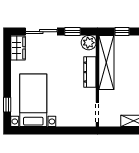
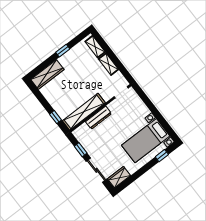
plant: (89, 43) -> (80, 133), removed

